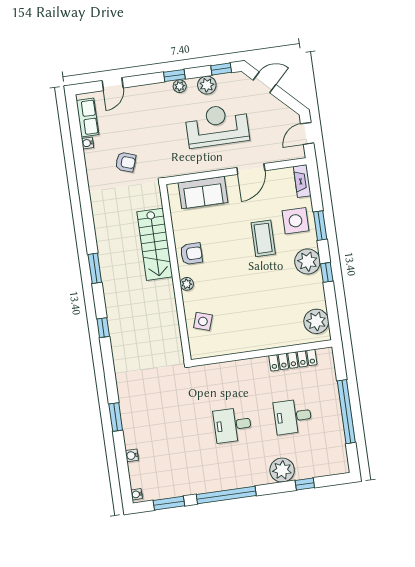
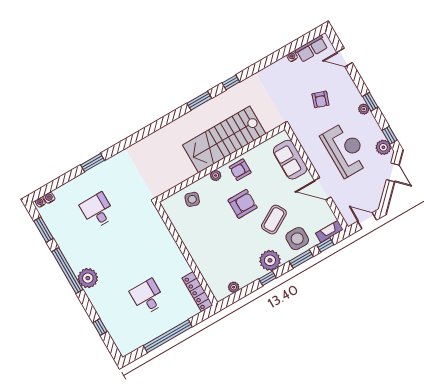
plant: (207, 85) -> (383, 147), moved
armchair: (126, 162) -> (321, 99), moved
window: (315, 192) -> (325, 245), added
coffee table: (263, 238) -> (274, 220), turned -30
stairs: (155, 244) -> (224, 139), width x1.36, depth x1.51
armchair: (191, 254) -> (240, 170), turned 90
armchair: (231, 267) -> (243, 204), added
plant: (316, 321) -> (234, 287), width x0.53, depth x0.53
window: (103, 328) -> (231, 82), moved
locker: (293, 360) -> (197, 292), moved
desk: (232, 425) -> (98, 211), moved
water cooler: (132, 455) -> (49, 198), moved
plant: (282, 470) -> (88, 278), moved

